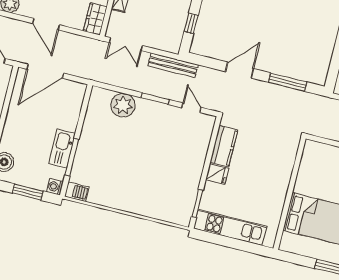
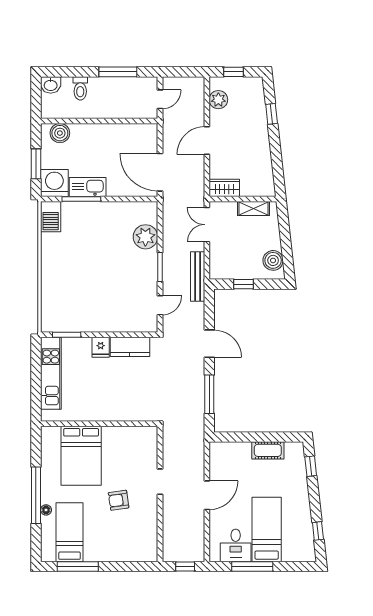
door: (45, 71) -> (160, 172), moved
washing machine: (55, 187) -> (54, 183), width x1.89, depth x1.89
barbecue: (77, 192) -> (51, 217), width x1.38, depth x1.27

